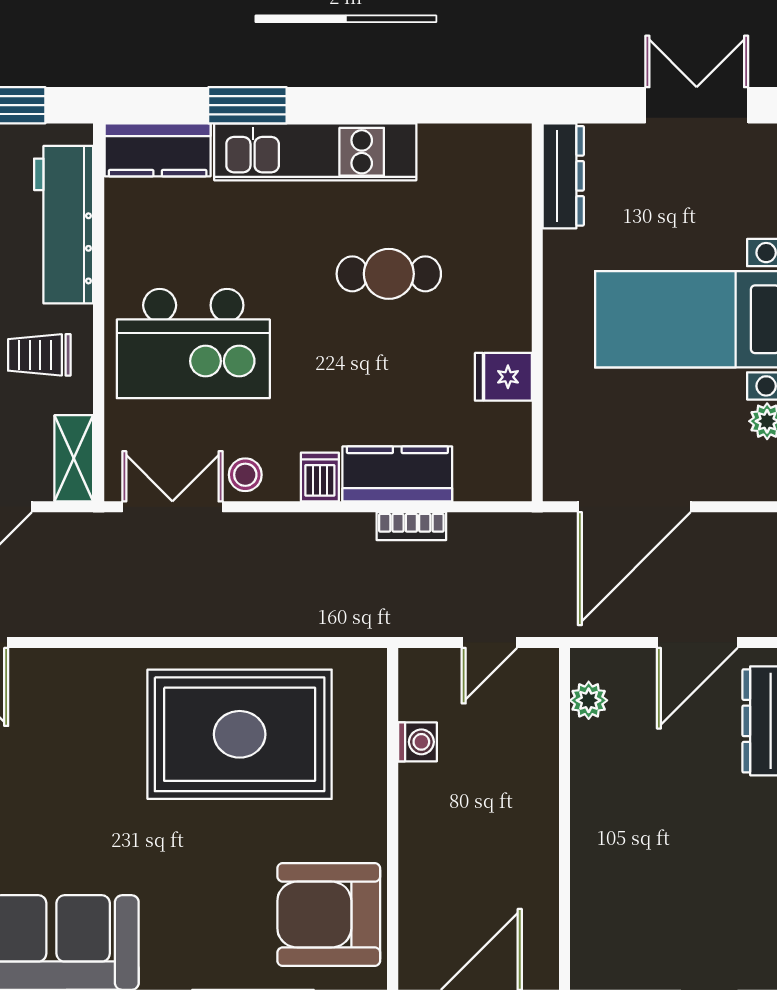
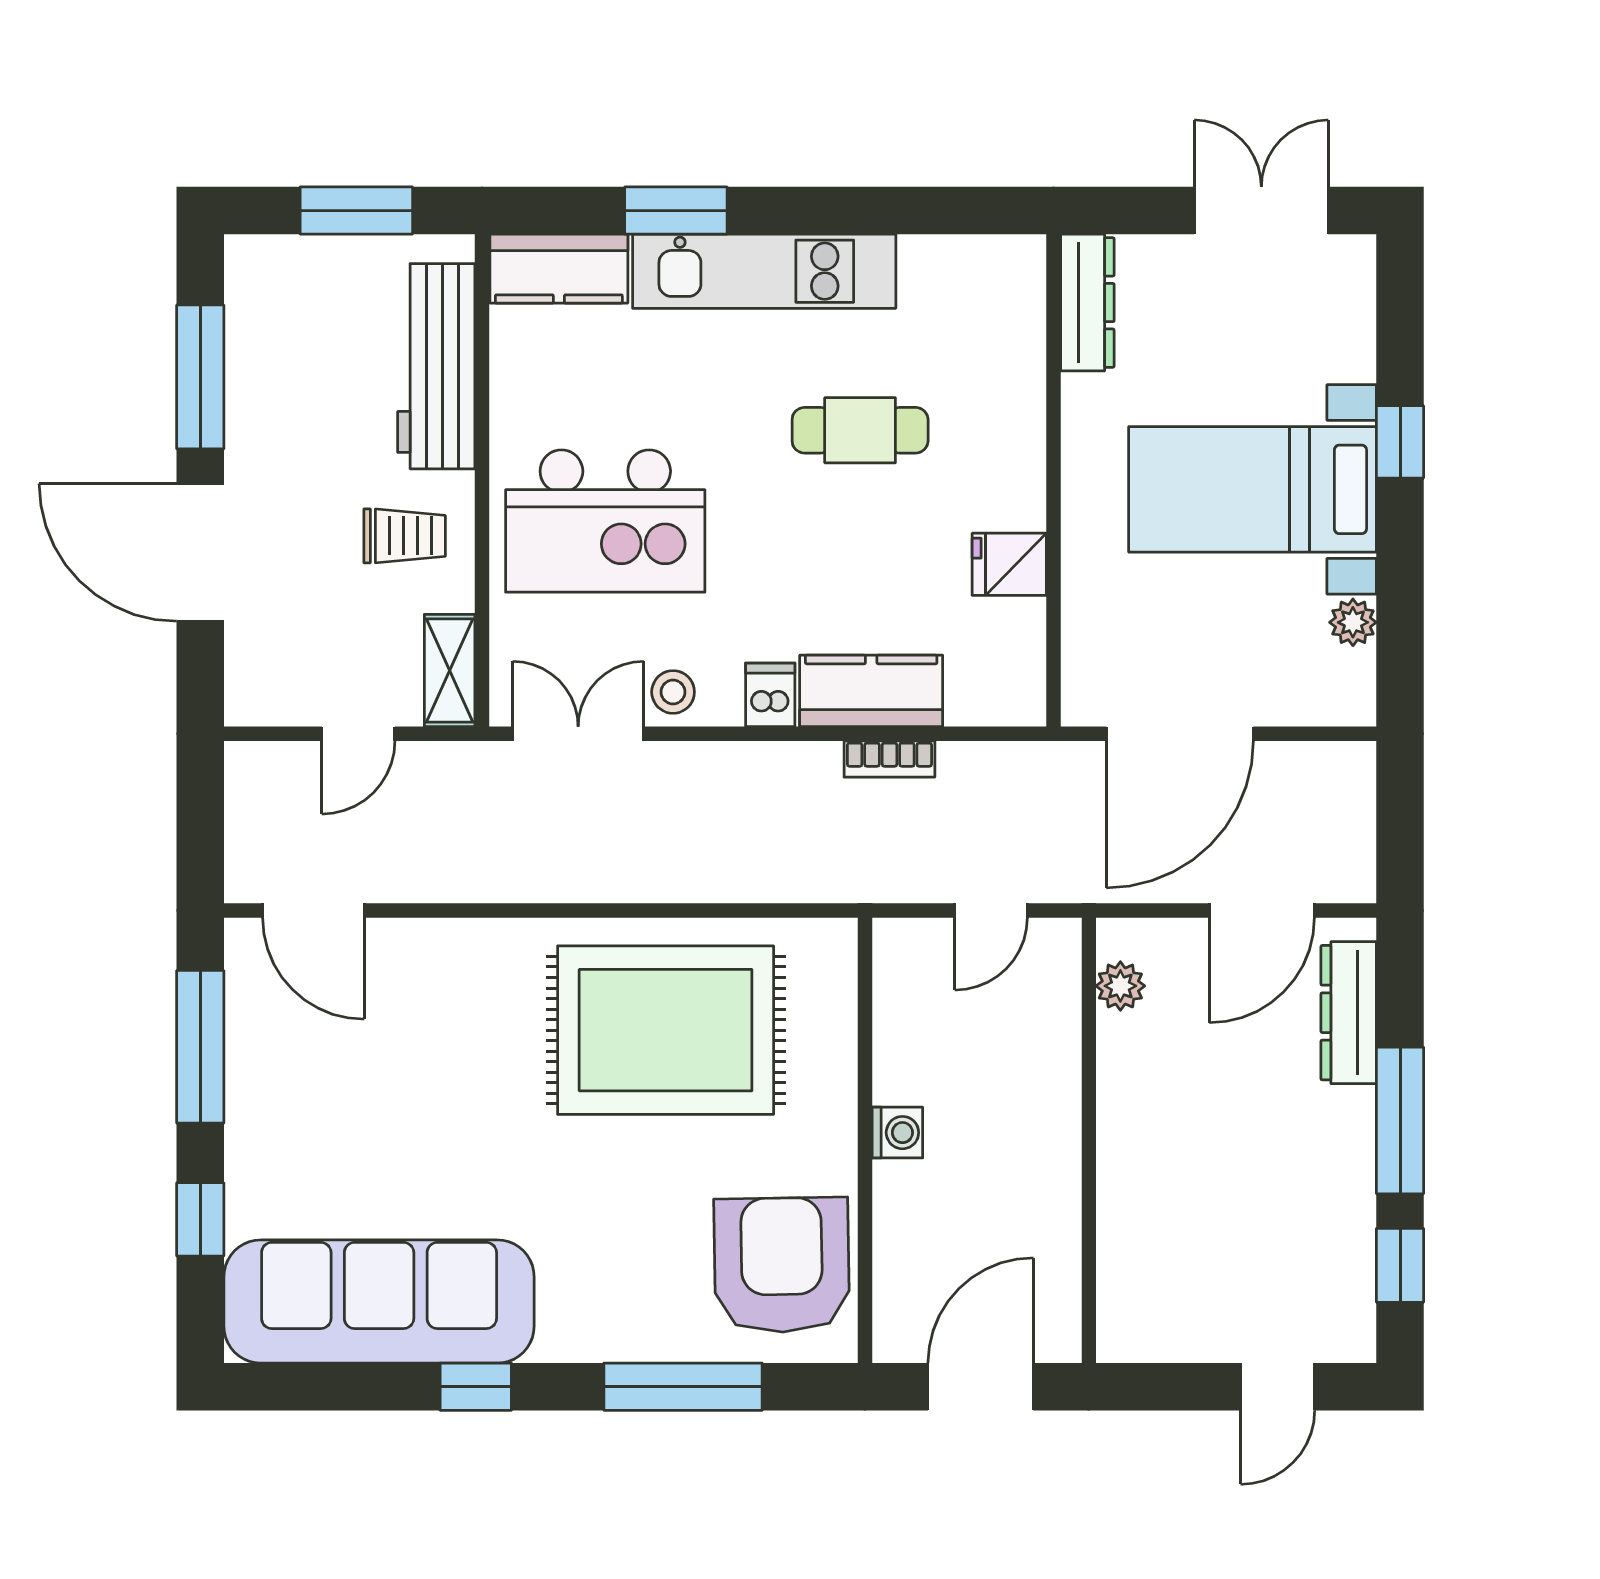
trolley: (39, 355) -> (405, 536), turned 180
washing machine: (417, 742) -> (897, 1133), moved
armchair: (329, 915) -> (782, 1265), turned 89

